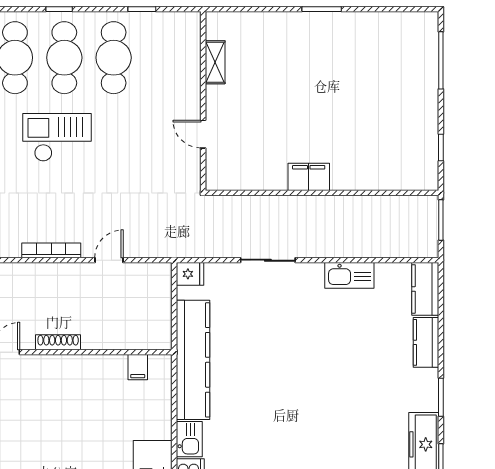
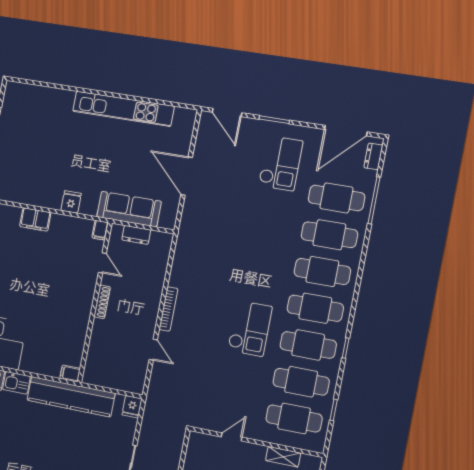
cafe table: (163, 58) -> (294, 418), added
filing cabinet: (138, 367) -> (70, 373), moved

